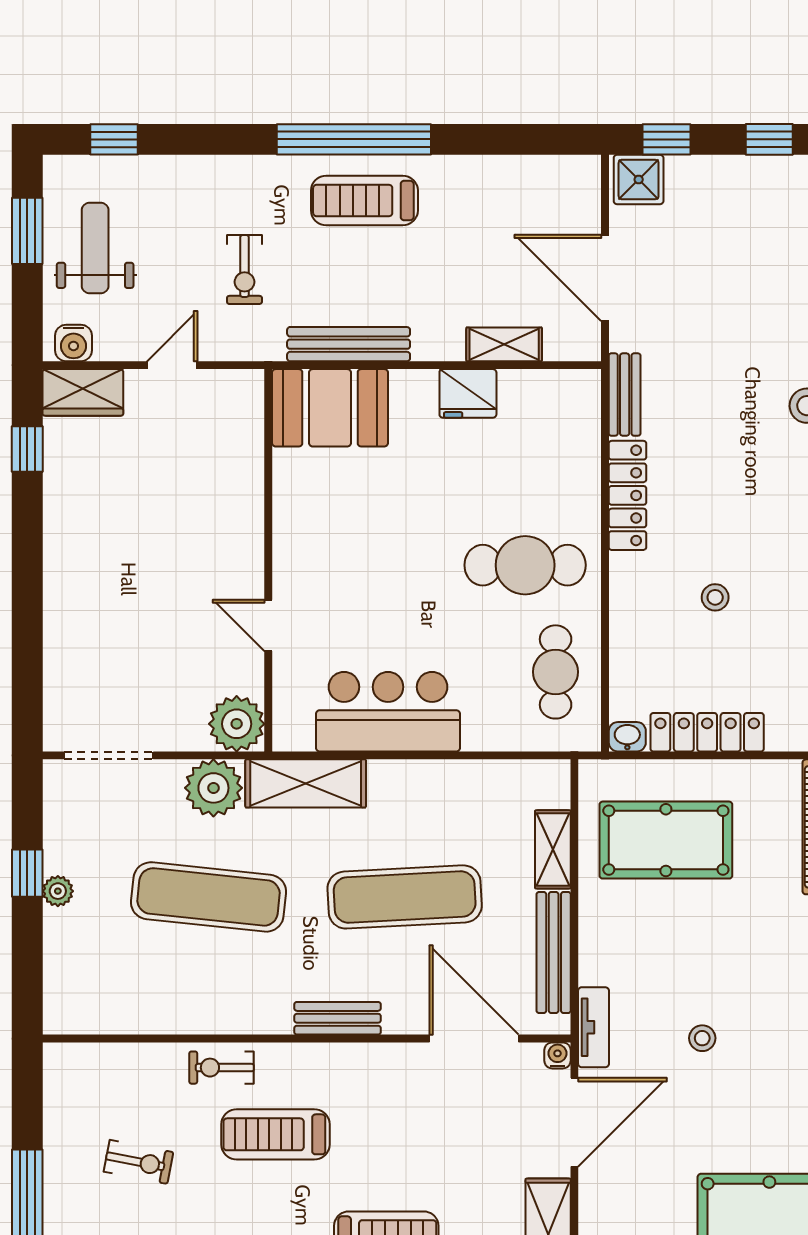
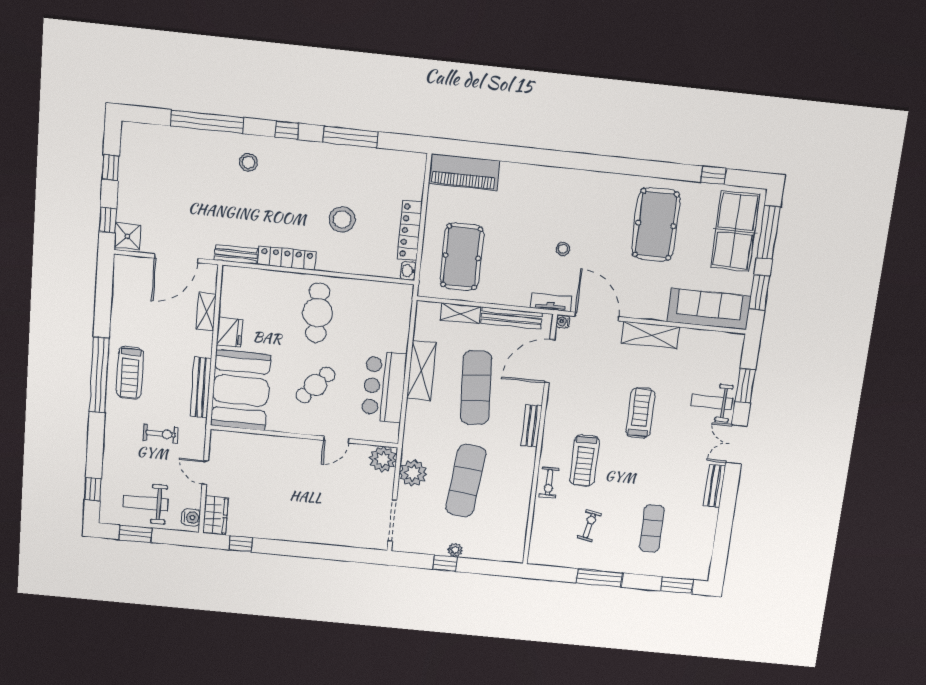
booth: (330, 408) -> (241, 390), width x1.36, depth x1.42
stool: (715, 597) -> (342, 219), width x1.89, depth x1.89
cafe table: (556, 672) -> (315, 385), moved, turned -48
shelving: (306, 783) -> (421, 371), moved

